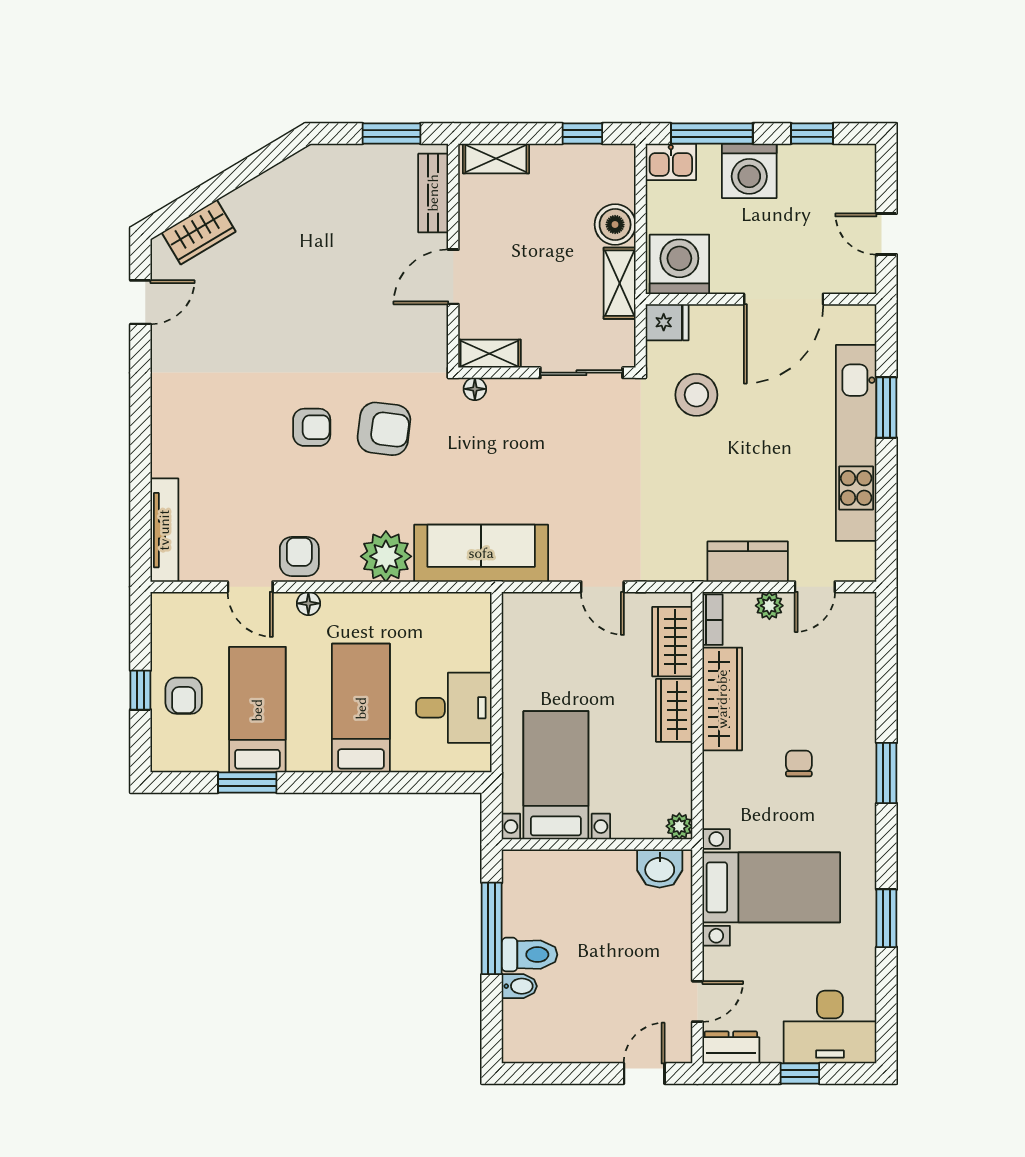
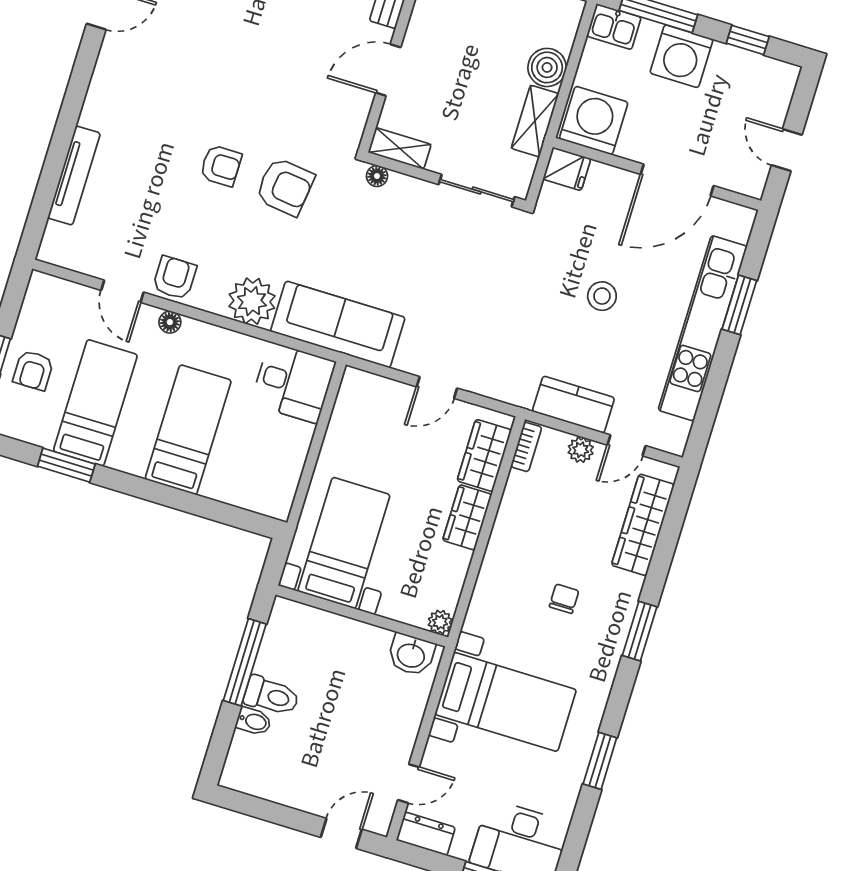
stool: (696, 395) -> (602, 296), moved, width x0.73, depth x0.73
tv unit: (164, 530) -> (74, 176), moved
door: (602, 587) -> (437, 387), hinge flipped
wardrobe: (722, 699) -> (643, 525), moved, turned 180
desk: (454, 708) -> (293, 383), moved

